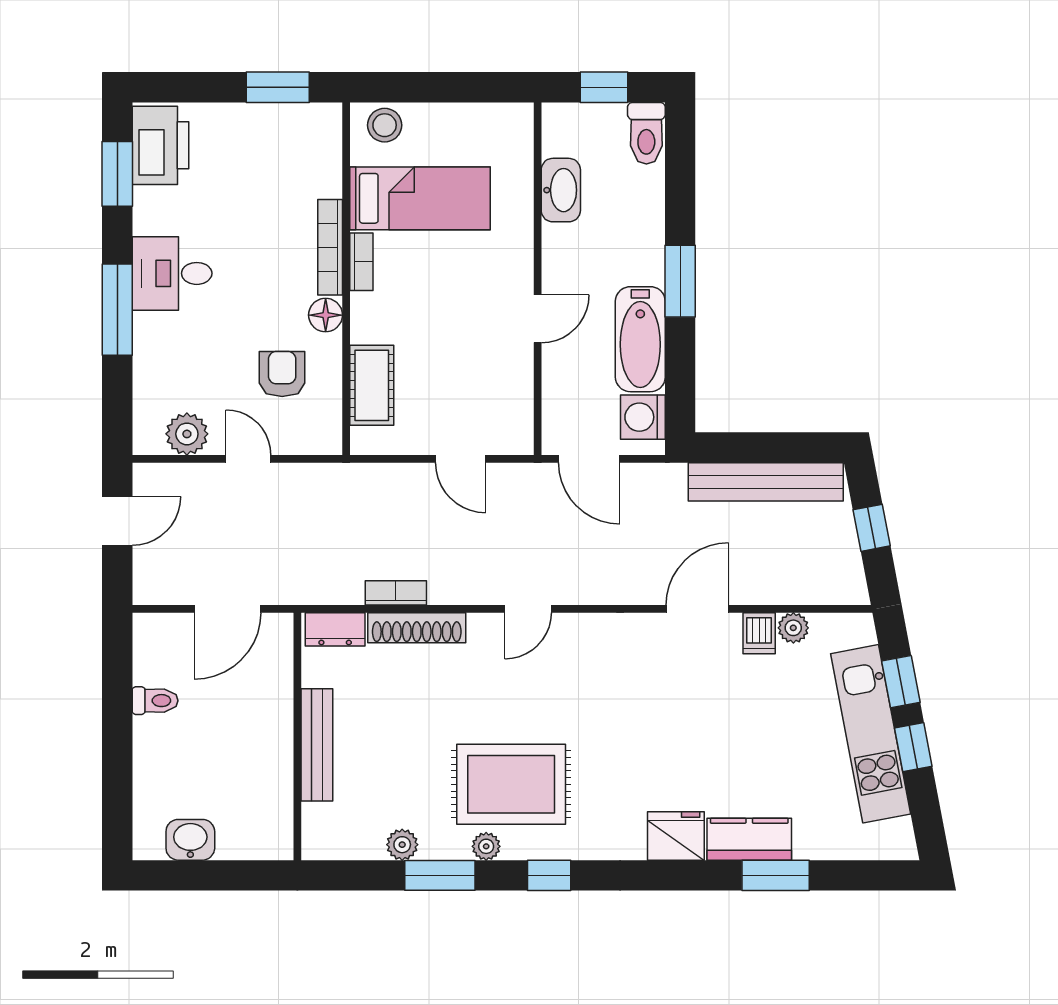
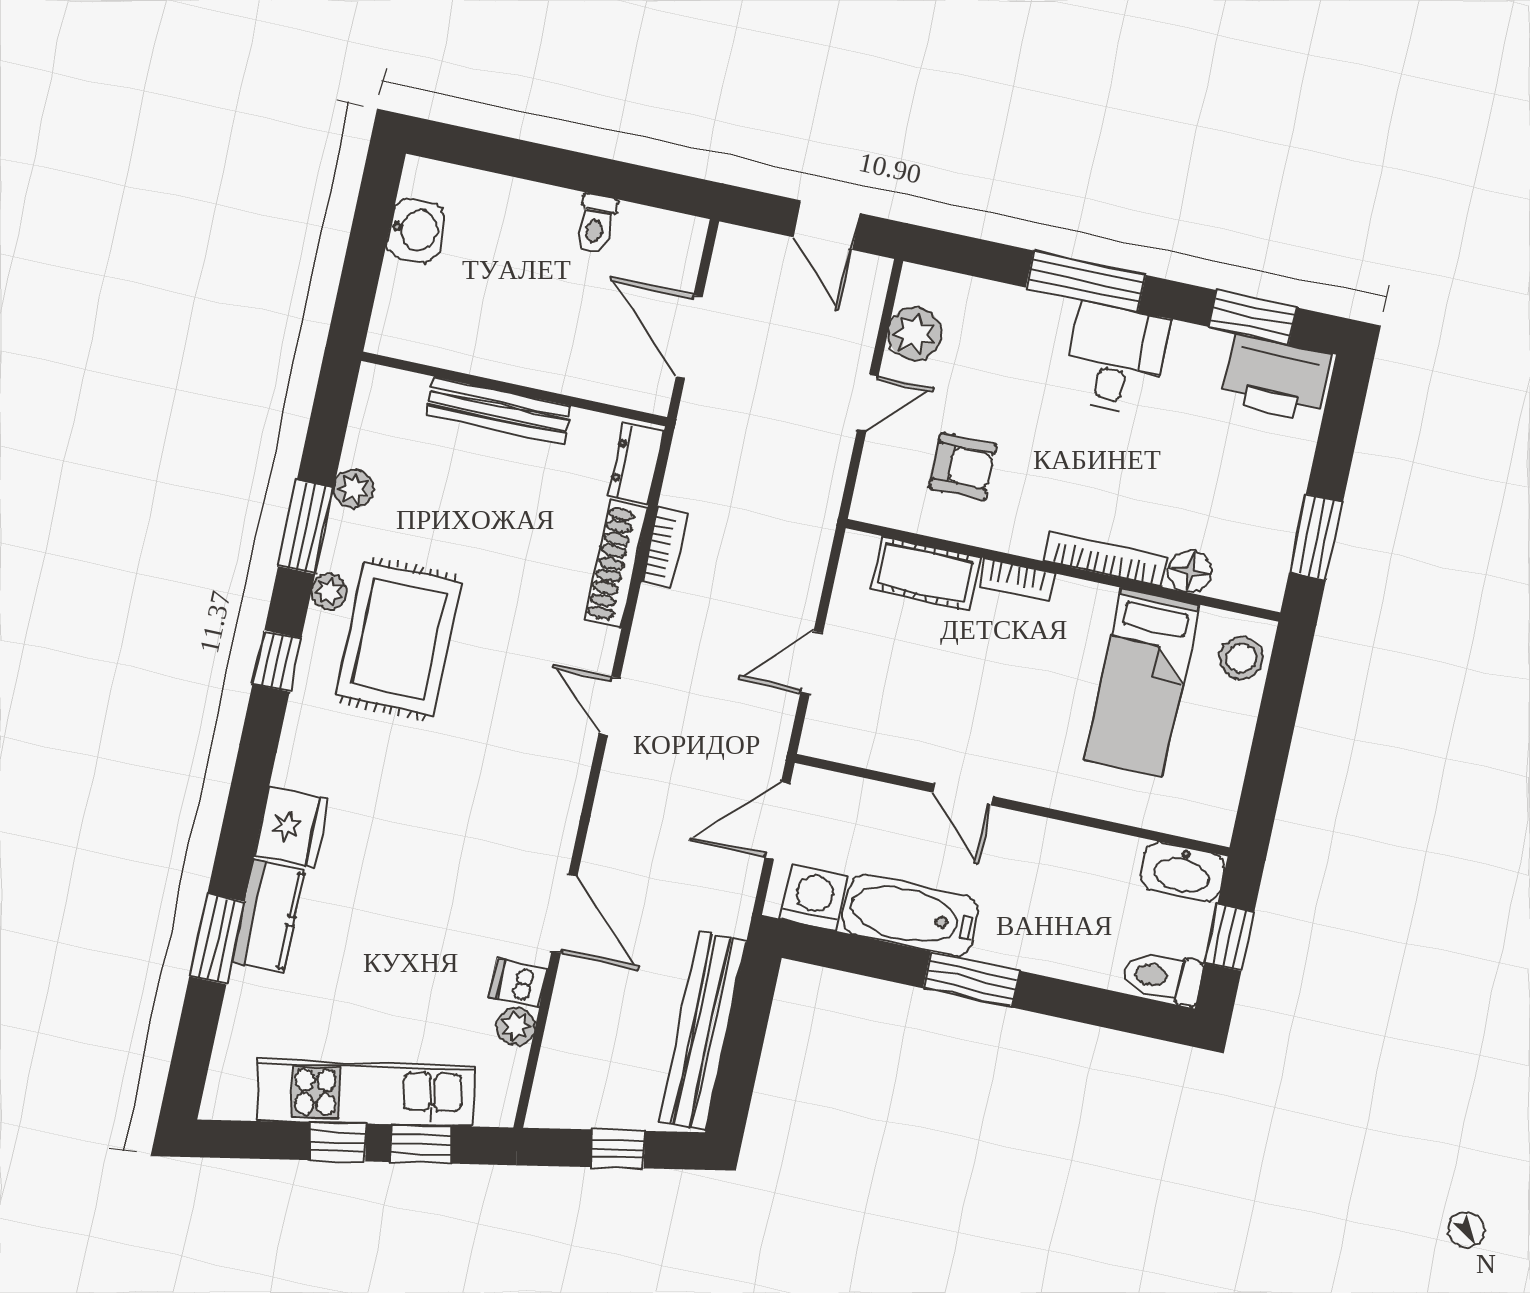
washbasin: (561, 190) -> (1182, 872), moved
bookcase: (361, 262) -> (1016, 580), moved
floor lamp: (326, 315) -> (1190, 571), moved

